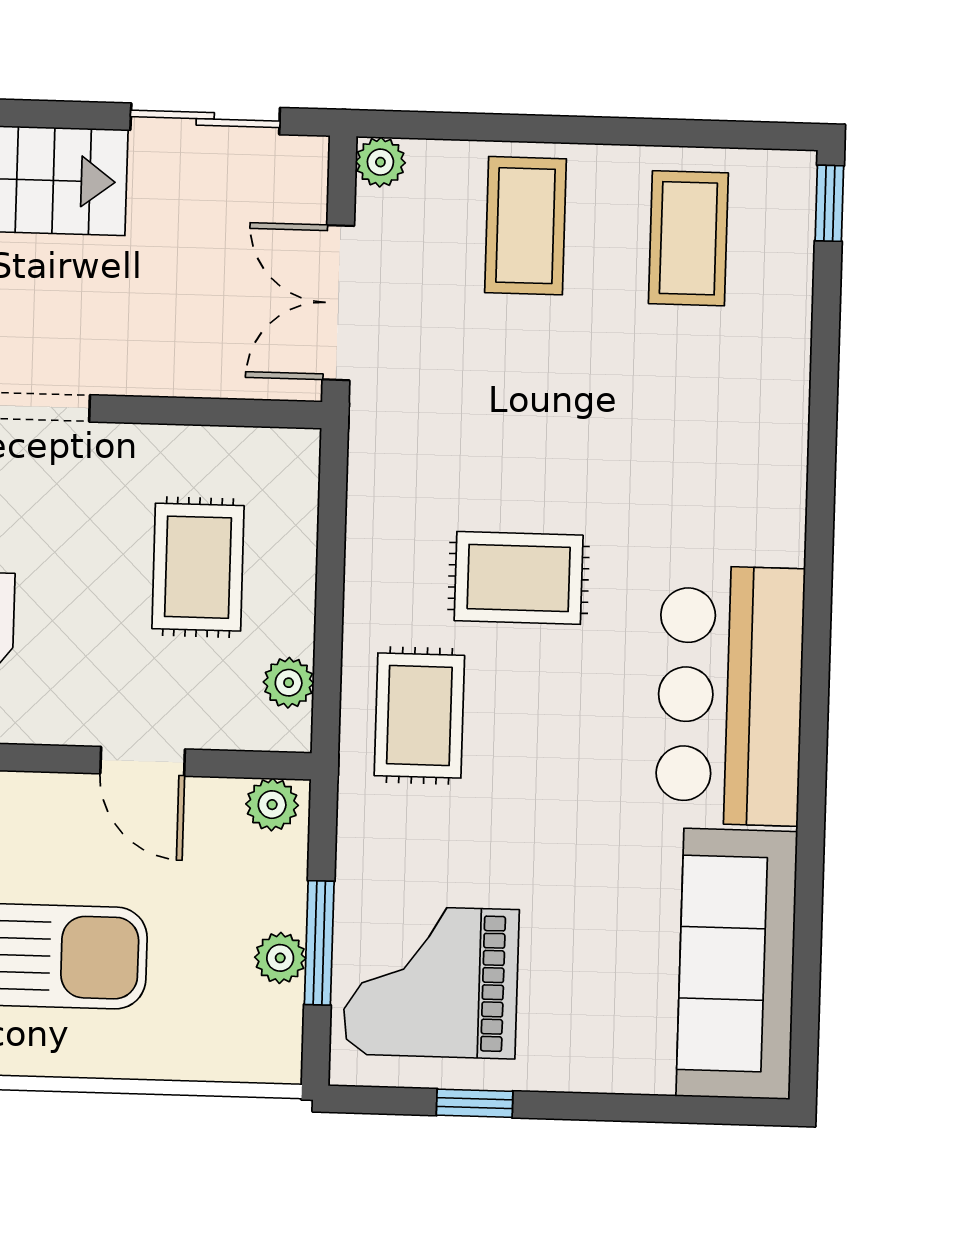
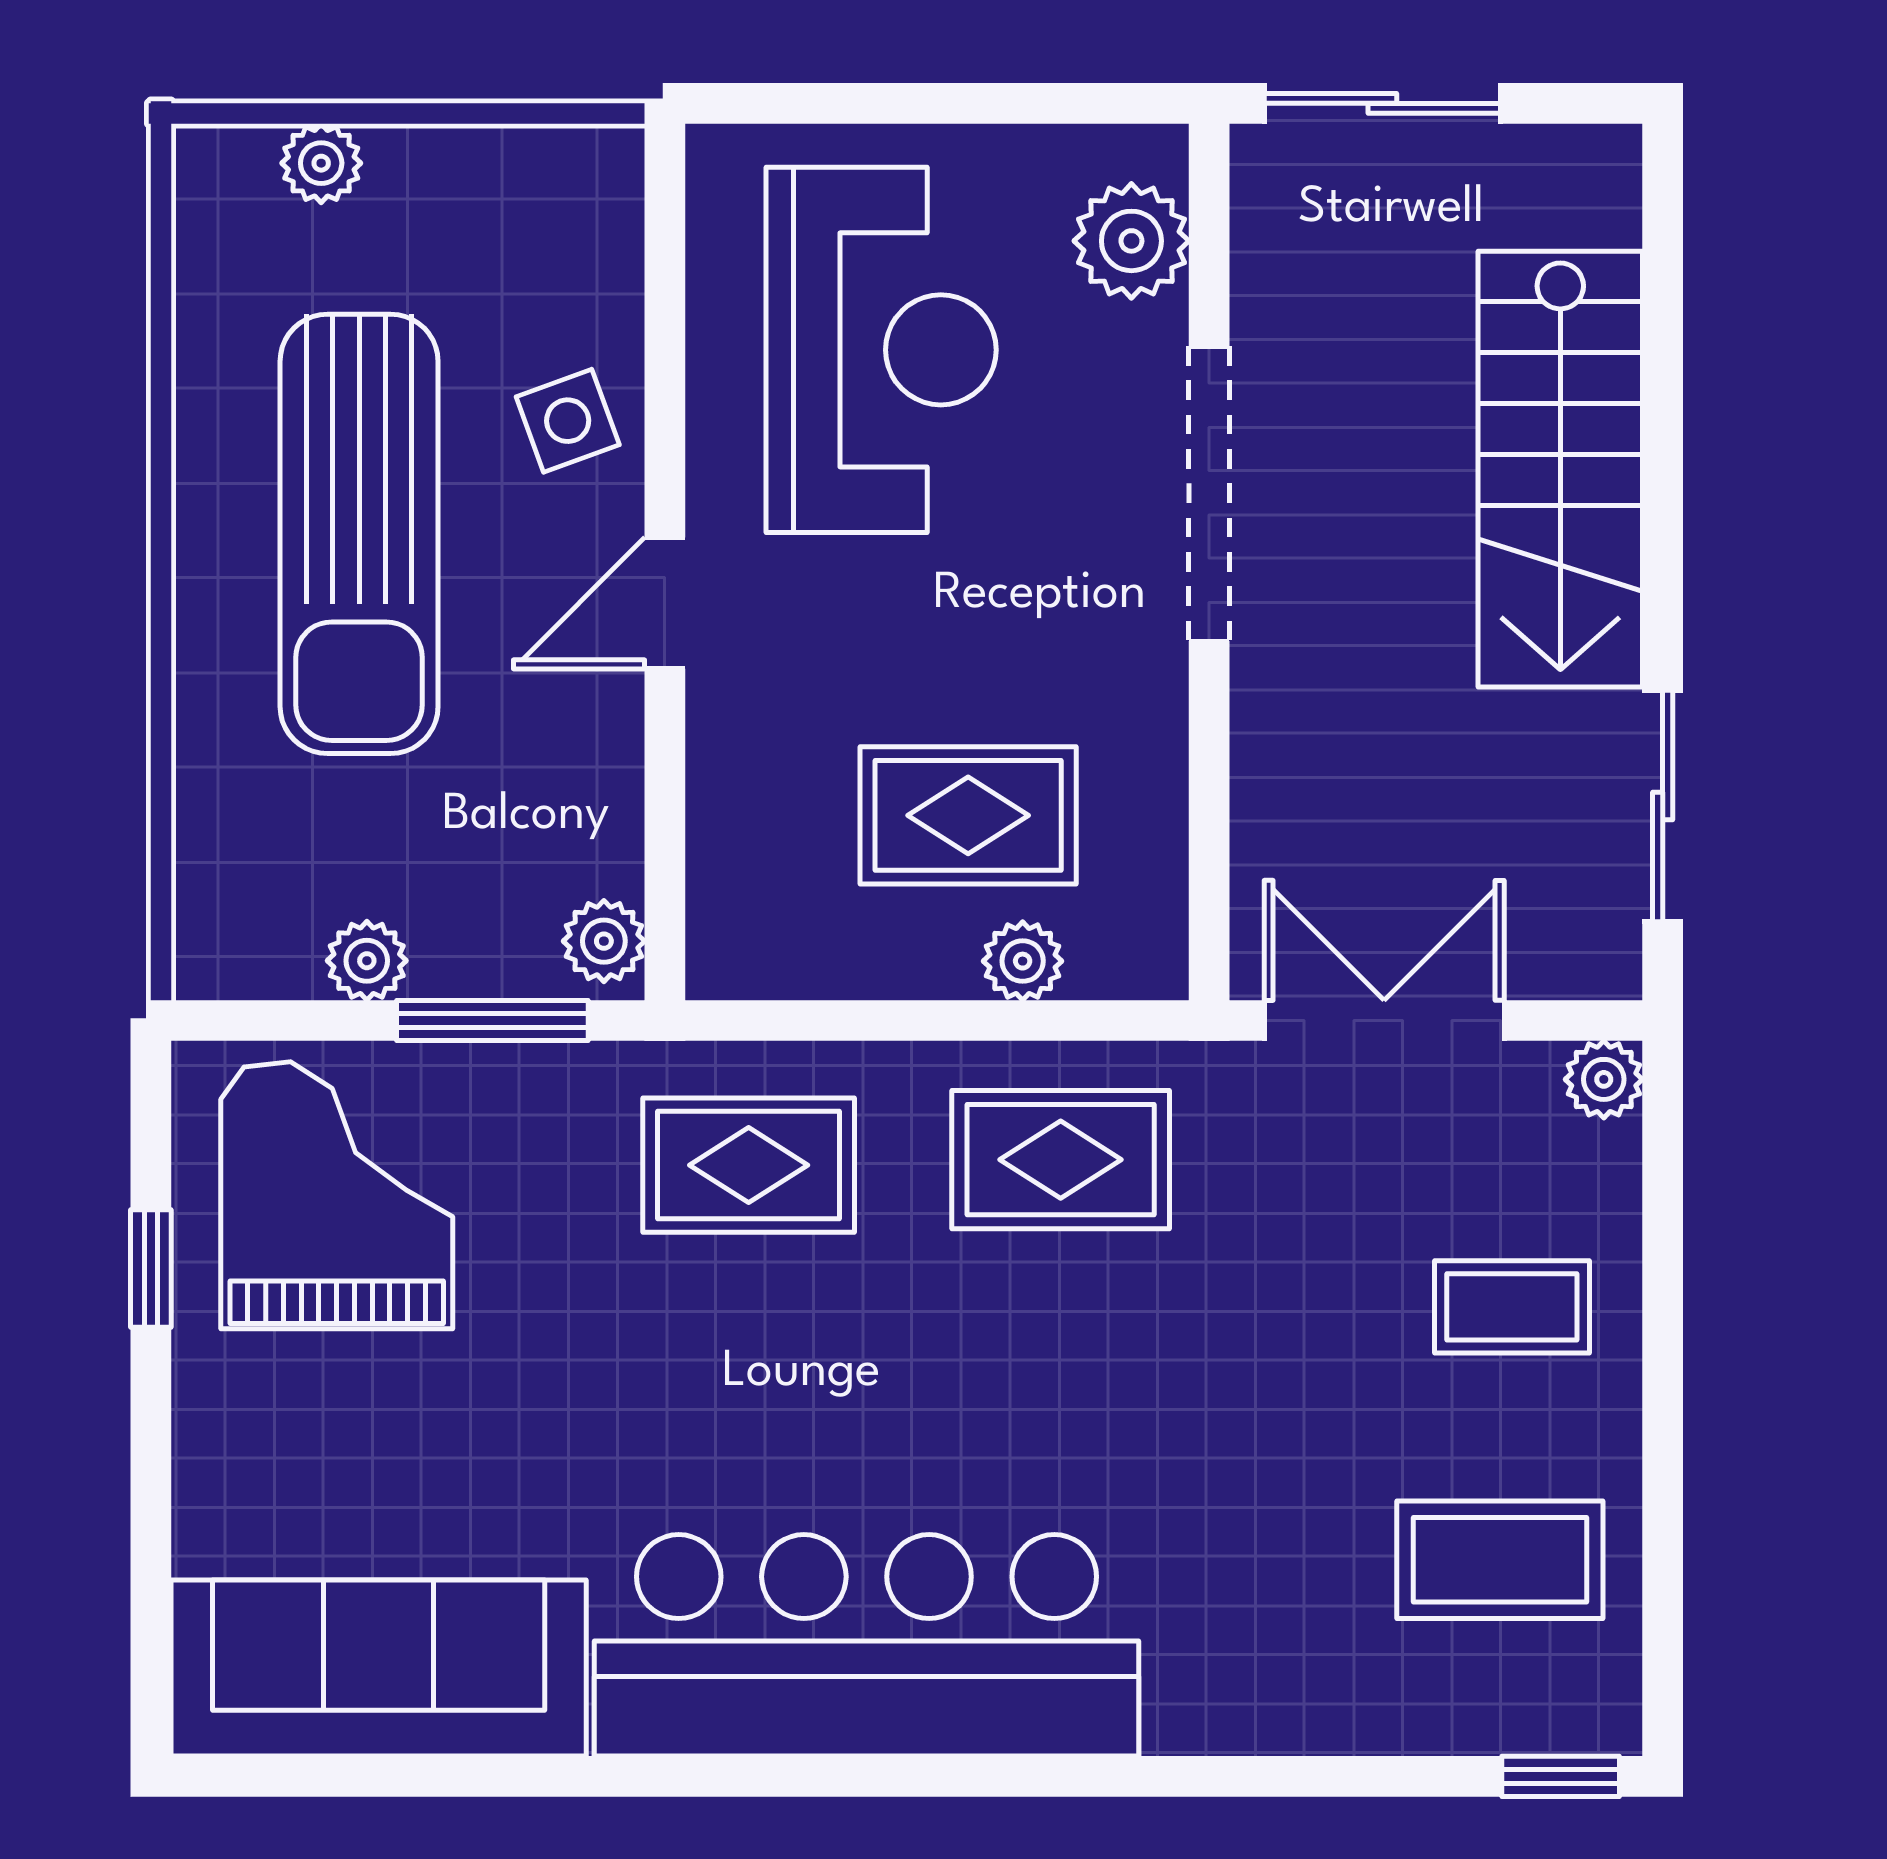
coffee table: (525, 226) -> (1512, 1307), width x0.73, depth x0.77
rug: (519, 578) -> (1061, 1160), moved, turned 90
plant: (289, 683) -> (1023, 961), moved
bar counter: (730, 695) -> (866, 1645), width x1.36
door: (143, 761) -> (665, 603), moved
window: (319, 943) -> (492, 1021), moved

